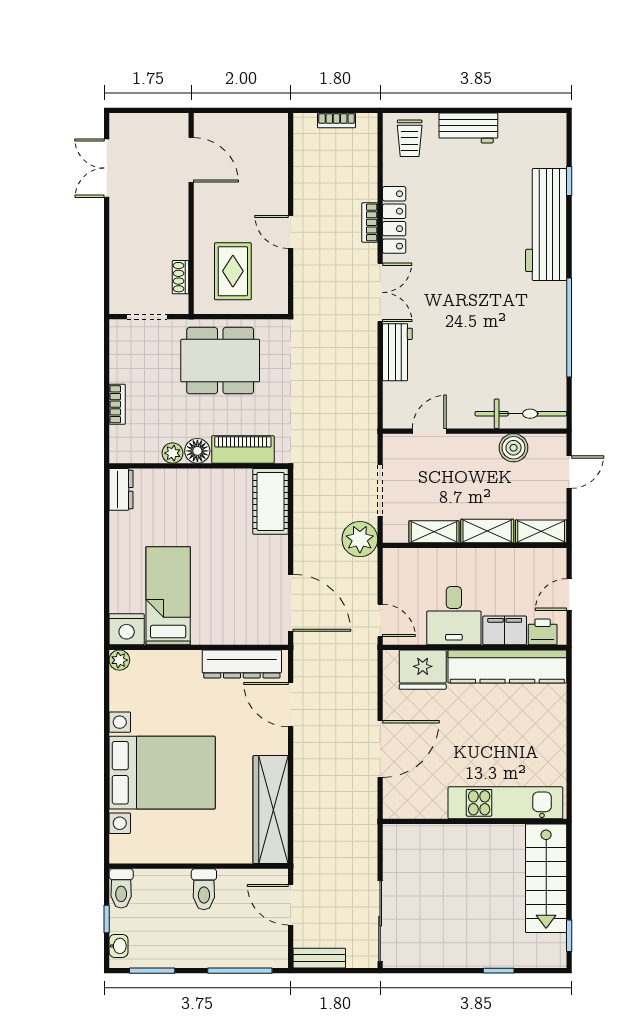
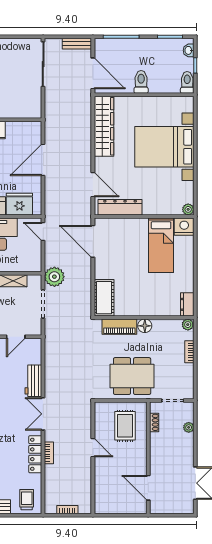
plant: (118, 268) -> (189, 427), added
plant: (173, 453) -> (188, 325), moved
door: (291, 905) -> (93, 73), width x1.36

